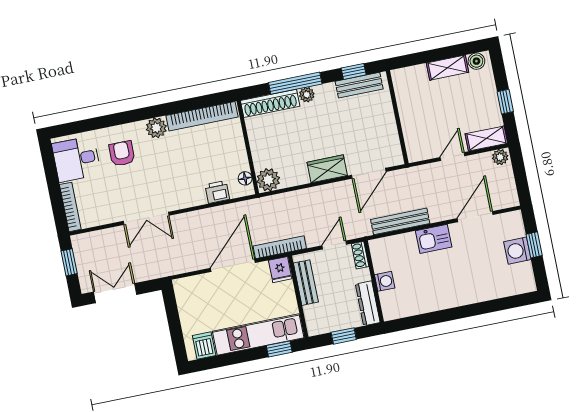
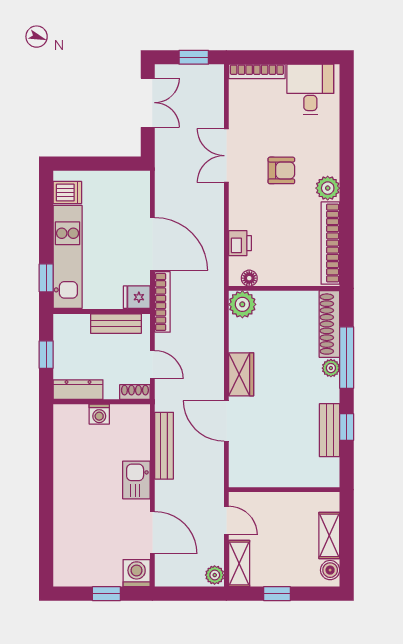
wall: (397, 117) -> (284, 490), moved
armchair: (122, 154) -> (281, 170), moved
washing machine: (517, 251) -> (137, 573), moved

